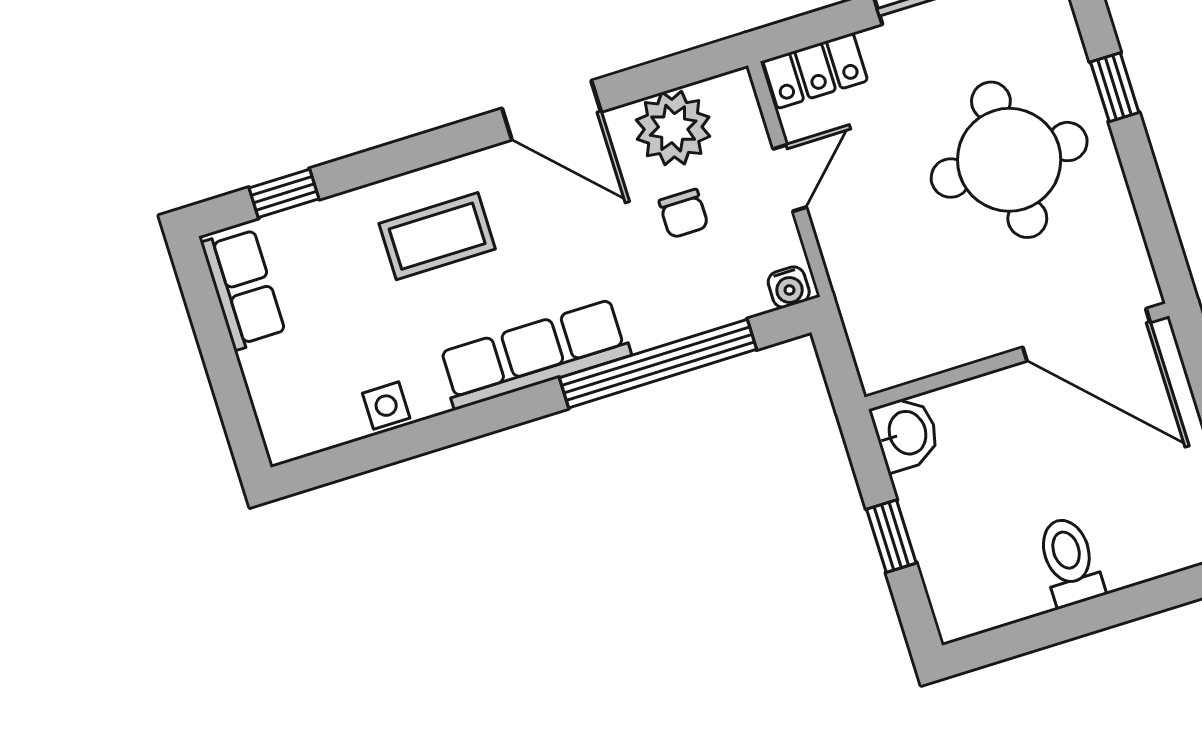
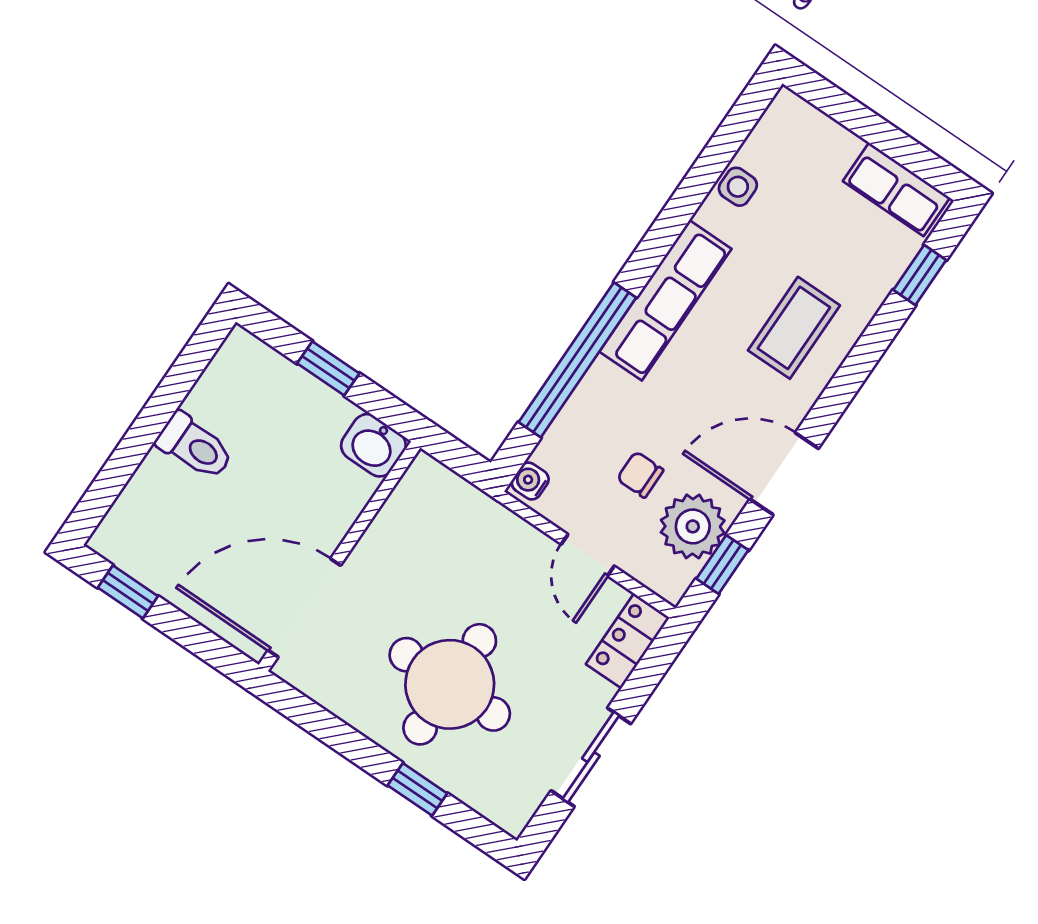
window: (674, 72) -> (722, 564), added

